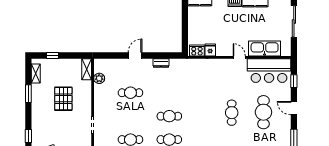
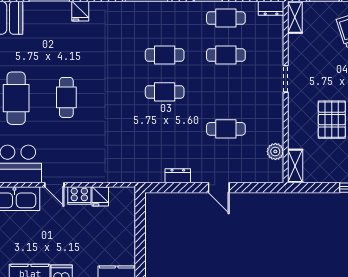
cooker: (197, 50) -> (79, 196), moved
door: (135, 55) -> (219, 188), hinge flipped

